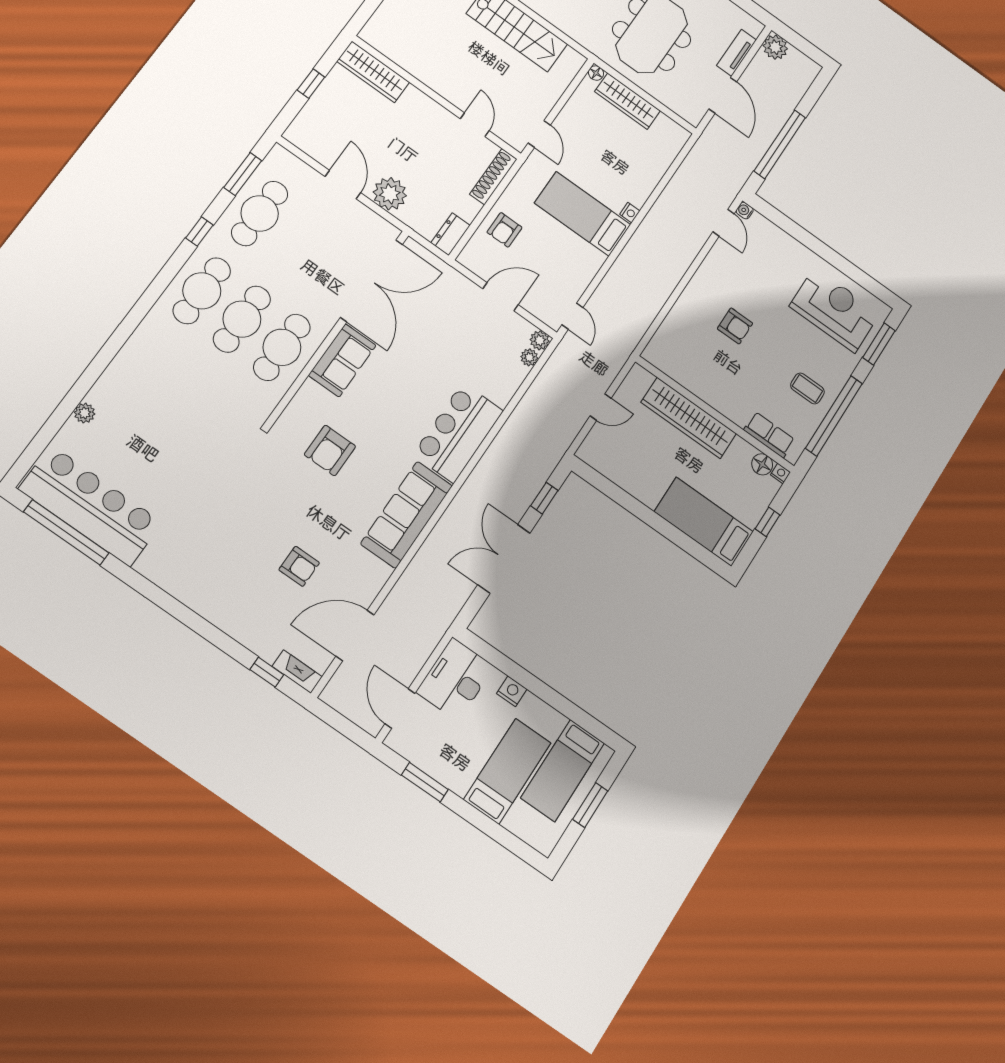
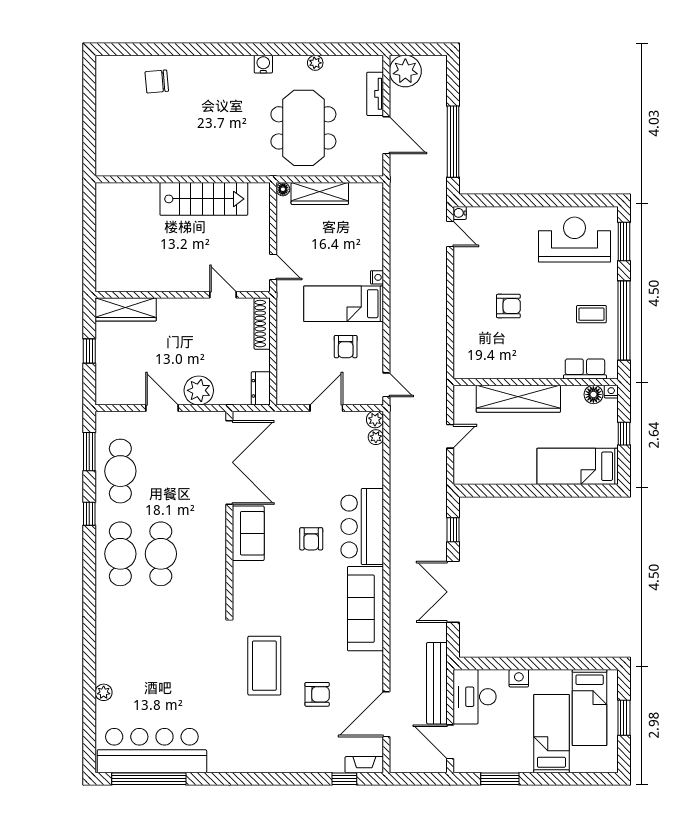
plant: (775, 47) -> (405, 71), width x1.36, depth x1.36
armchair: (504, 230) -> (346, 347), moved
cafe table: (282, 347) -> (201, 554), removed
armchair: (330, 450) -> (311, 539), moved, width x0.72, depth x0.72
coffee table: (266, 500) -> (264, 666), added
bench: (427, 639) -> (437, 683), added

